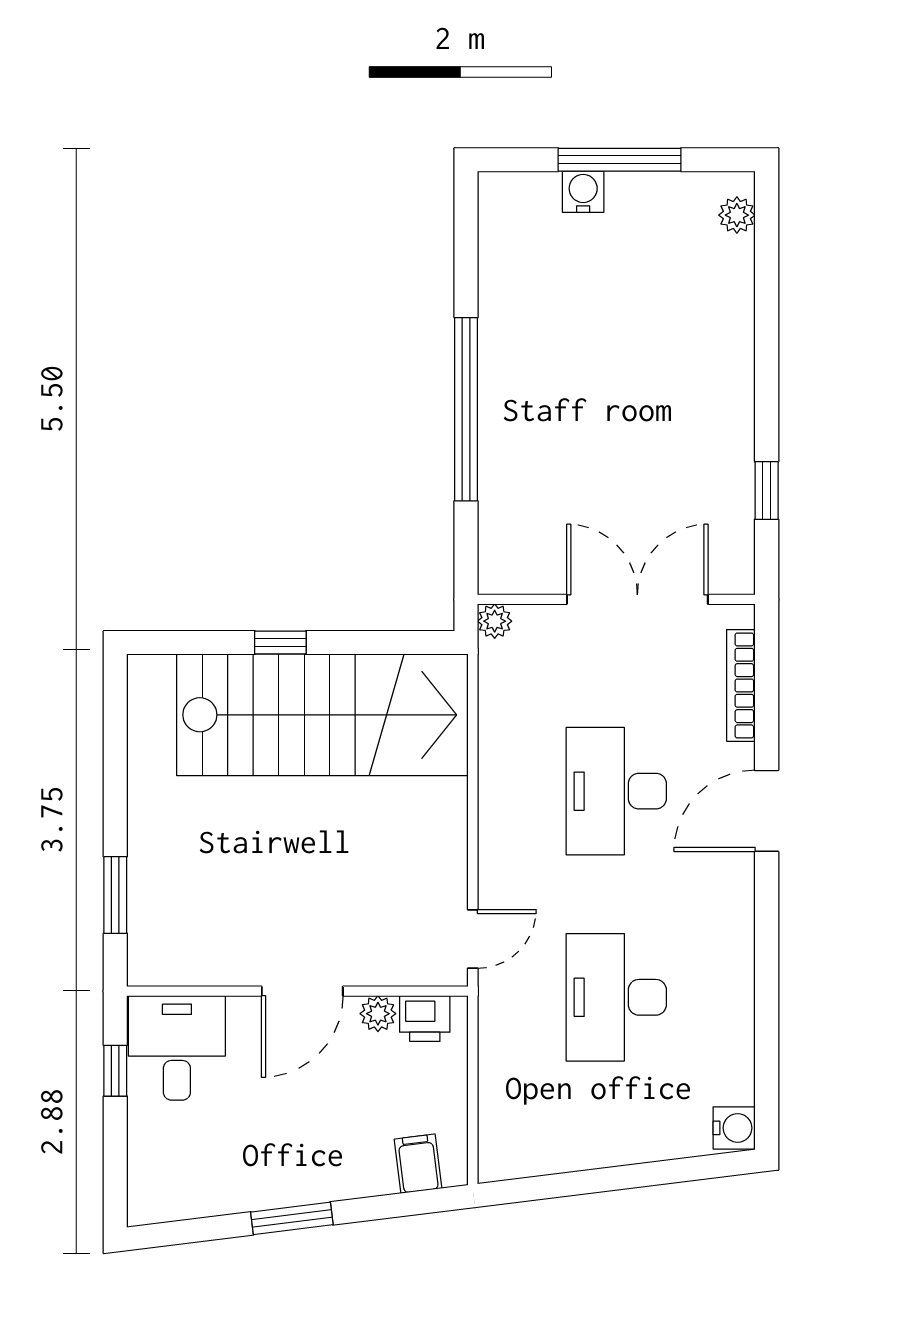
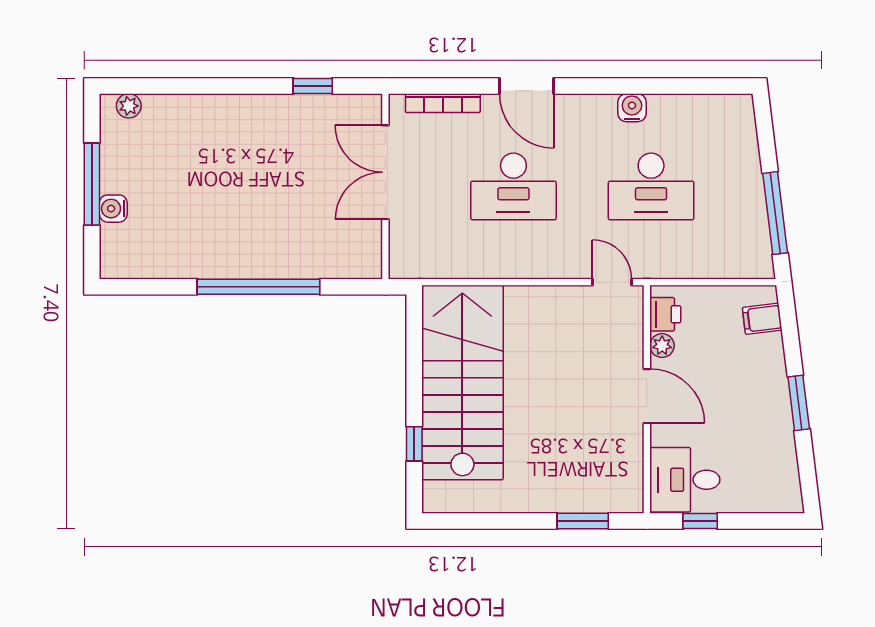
plant: (495, 621) -> (400, 268), removed
window: (280, 643) -> (414, 444), moved
water cooler: (734, 1128) -> (632, 108), moved
window: (576, 1183) -> (775, 213), added

